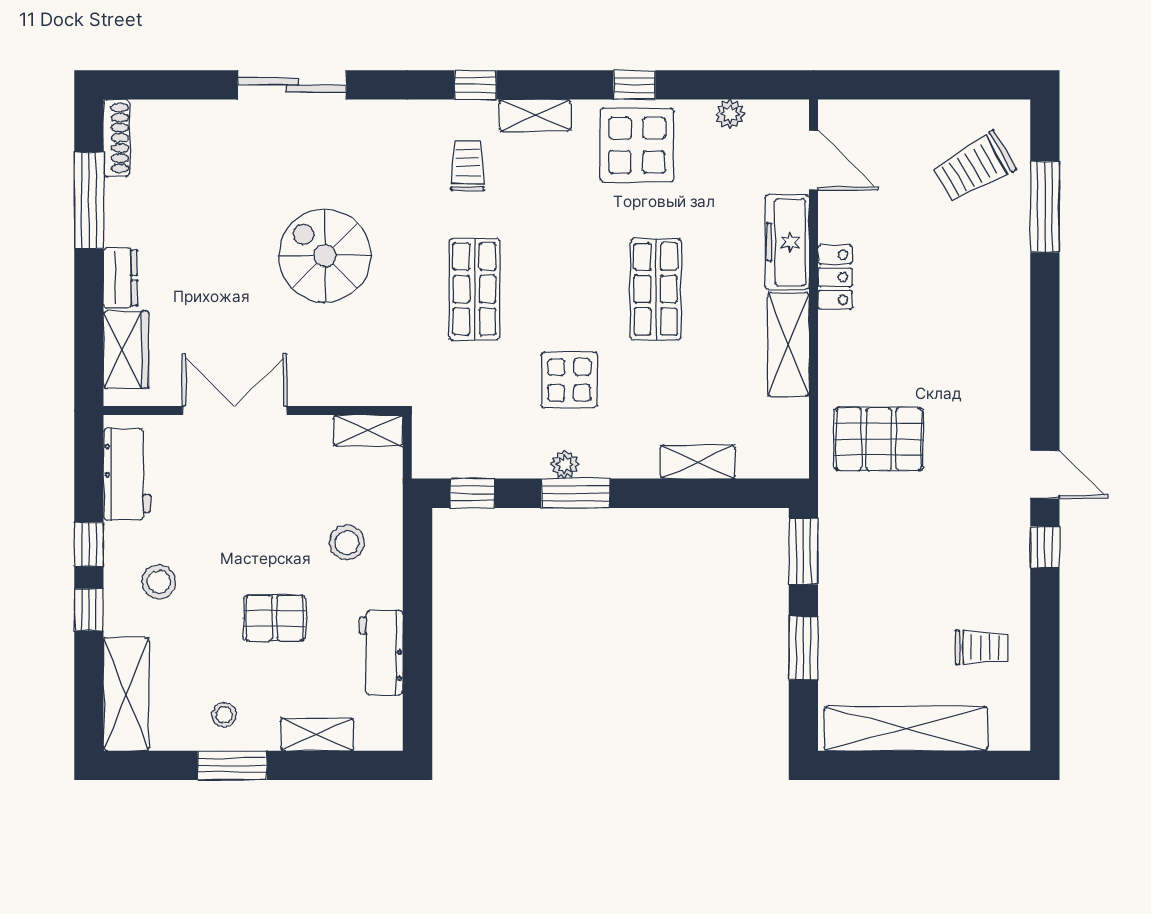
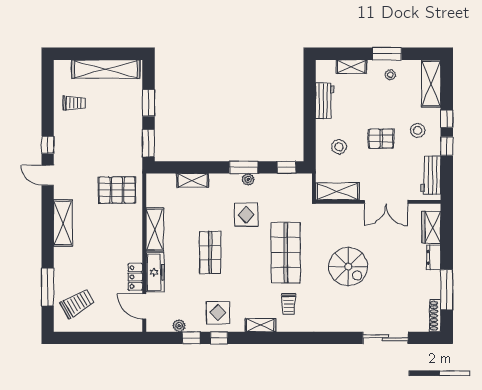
sliding door: (292, 85) -> (385, 338), moved
window: (475, 85) -> (191, 338), moved
display table: (637, 145) -> (218, 313), width x0.73, depth x0.73
locker: (835, 277) -> (135, 277), moved
shop shelf: (475, 289) -> (286, 253), width x1.43, depth x1.36
shelving: (1008, 360) -> (63, 223), added
shelving: (368, 431) -> (337, 191), width x1.50, depth x1.33
pallet: (275, 618) -> (381, 139), moved
trolley: (981, 647) -> (74, 103), turned 180

